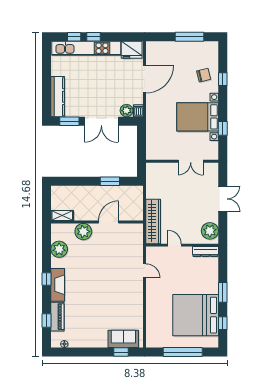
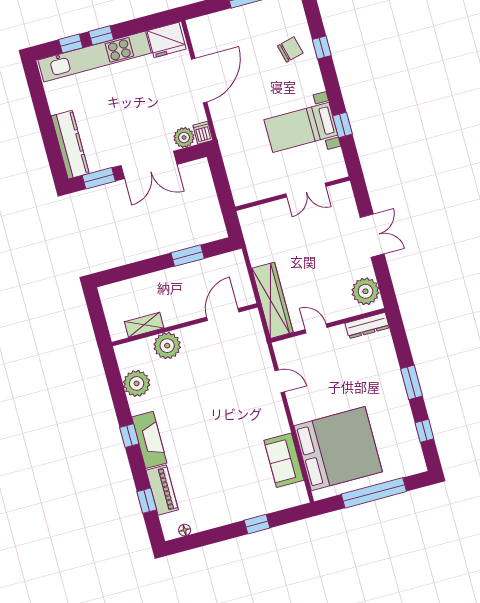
bed with nightstands: (198, 117) -> (301, 127), width x0.73
shelving: (62, 216) -> (144, 325), moved
door: (109, 222) -> (223, 315), moved
bed: (196, 315) -> (338, 449), moved, turned 180
sofa: (123, 339) -> (284, 460), moved, turned -90
window: (121, 352) -> (257, 524), moved

